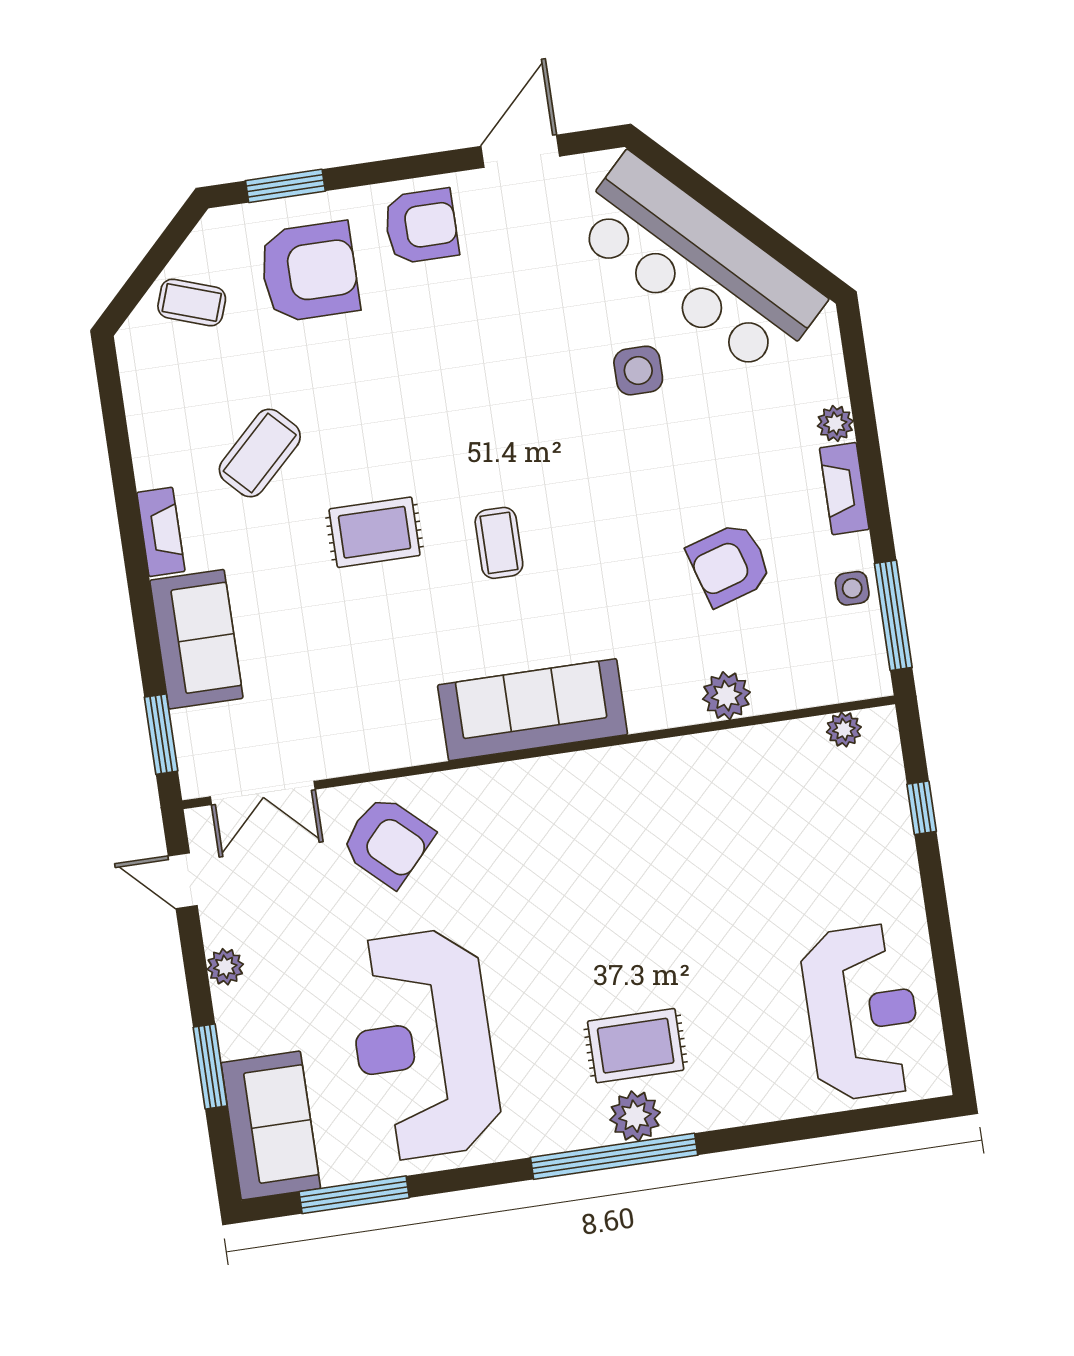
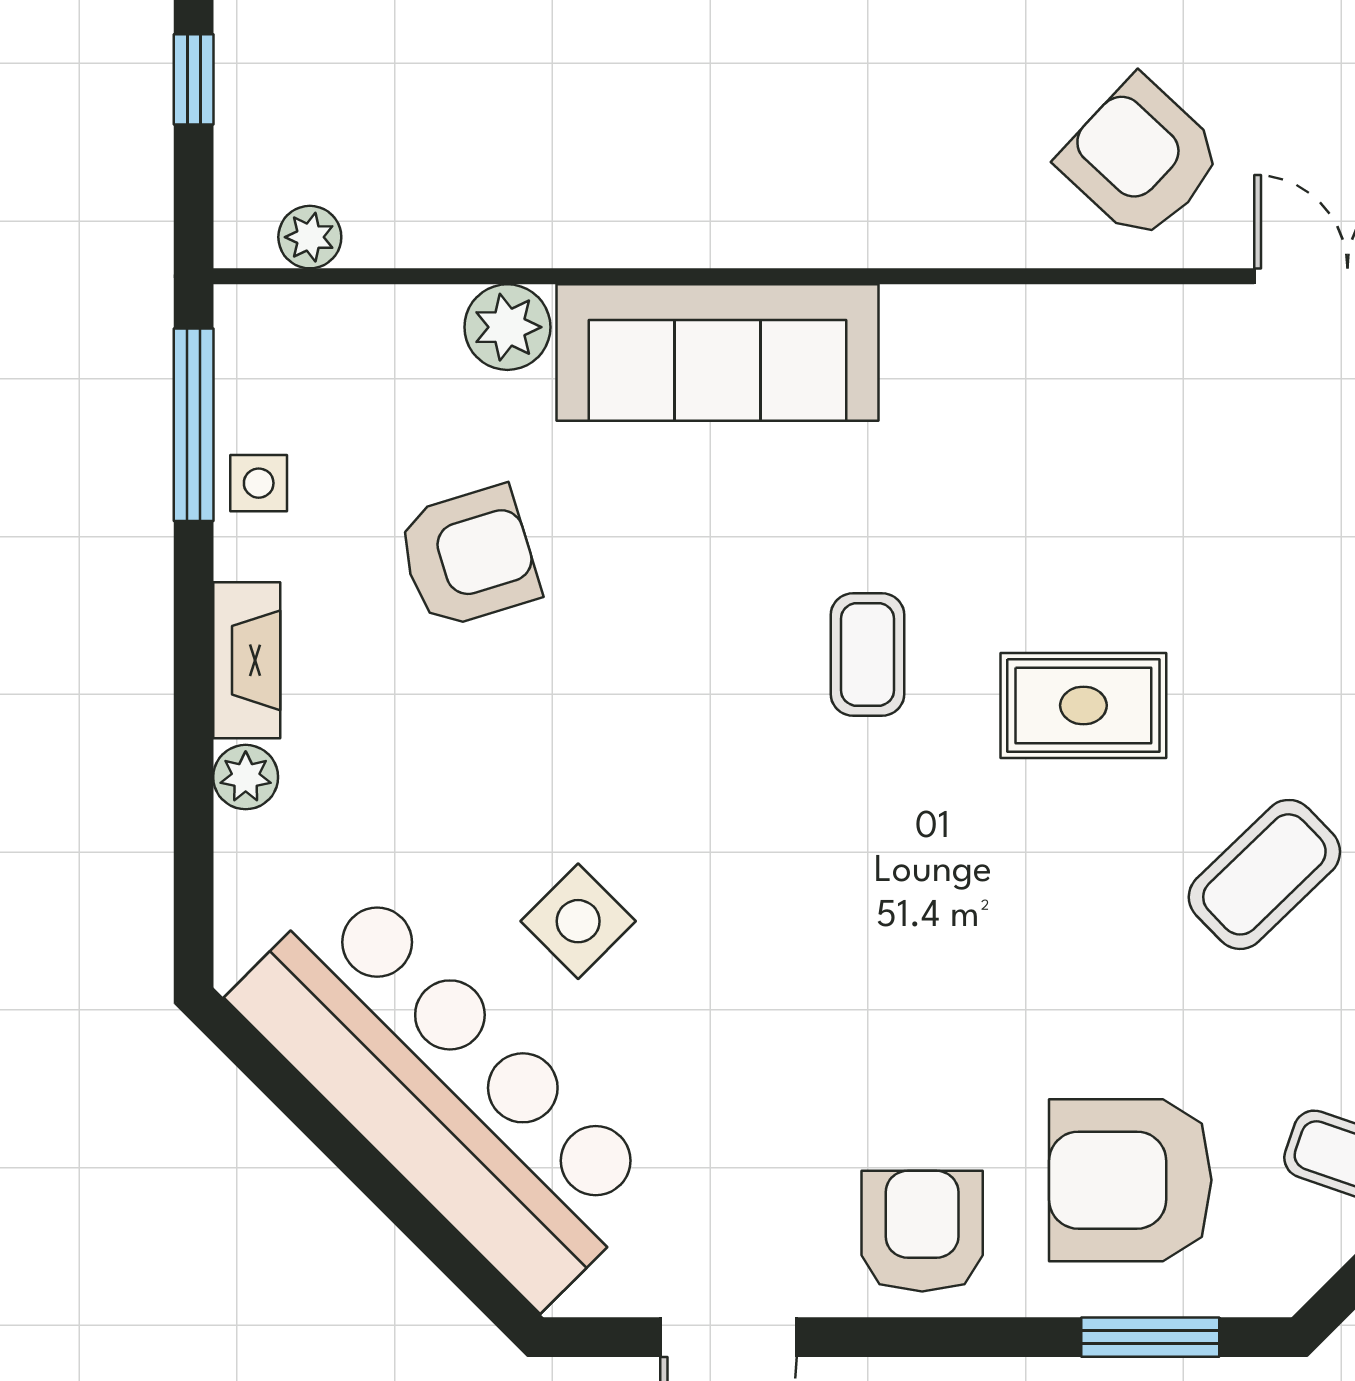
armchair: (421, 226) -> (922, 1231), turned 90
side table: (638, 371) -> (578, 921), turned 45
sofa: (533, 710) -> (717, 353), moved

